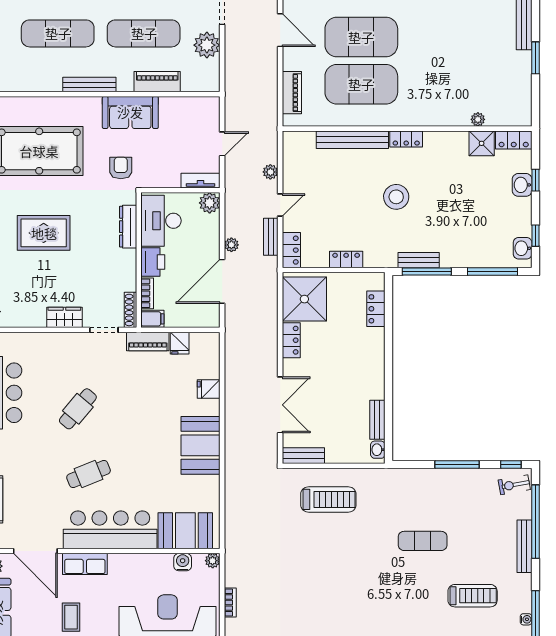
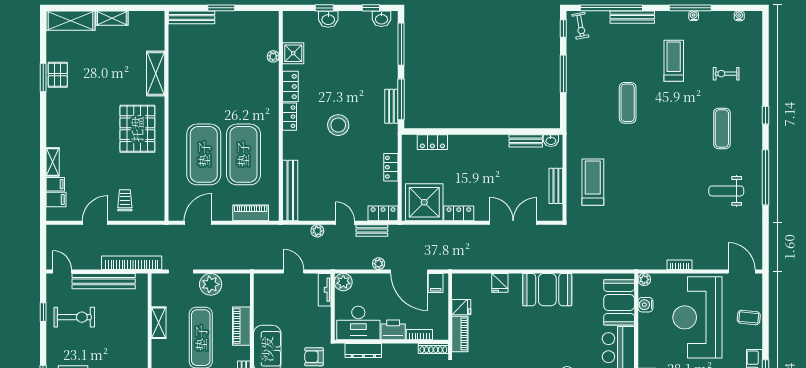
bench: (352, 140) -> (290, 190), moved
locker: (514, 140) -> (290, 86), moved
filing cabinet: (152, 319) -> (436, 283), moved, turned 180
bench: (303, 456) -> (556, 186), moved

